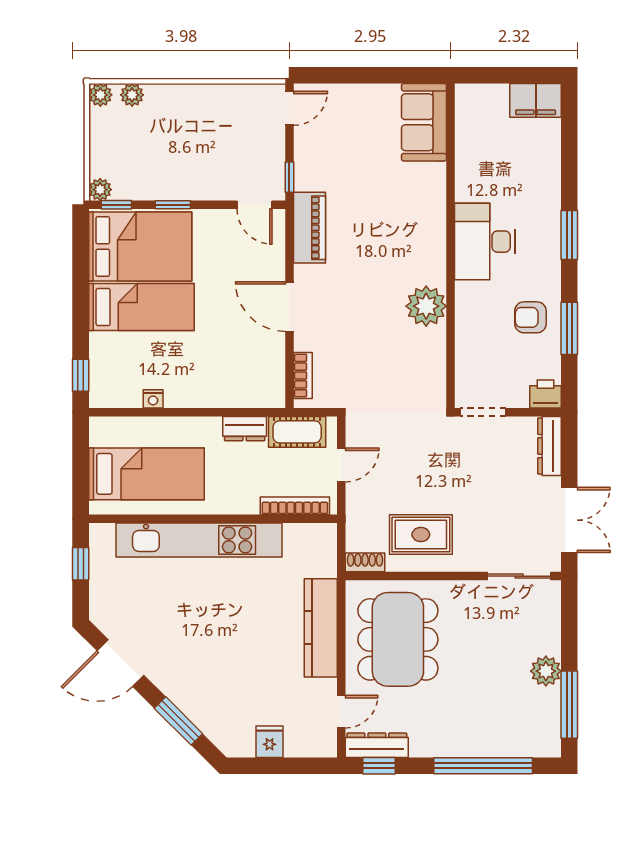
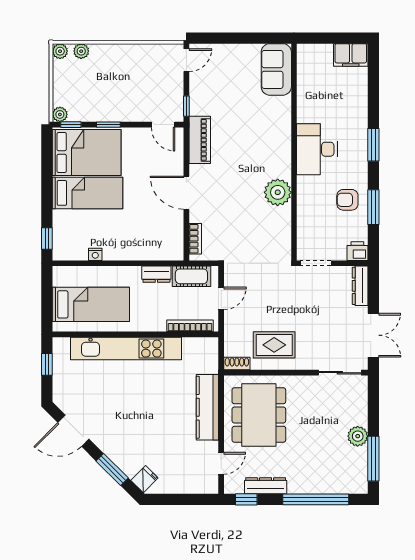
fridge: (270, 742) -> (144, 479), moved, turned 45
dresser: (377, 745) -> (266, 486), moved

